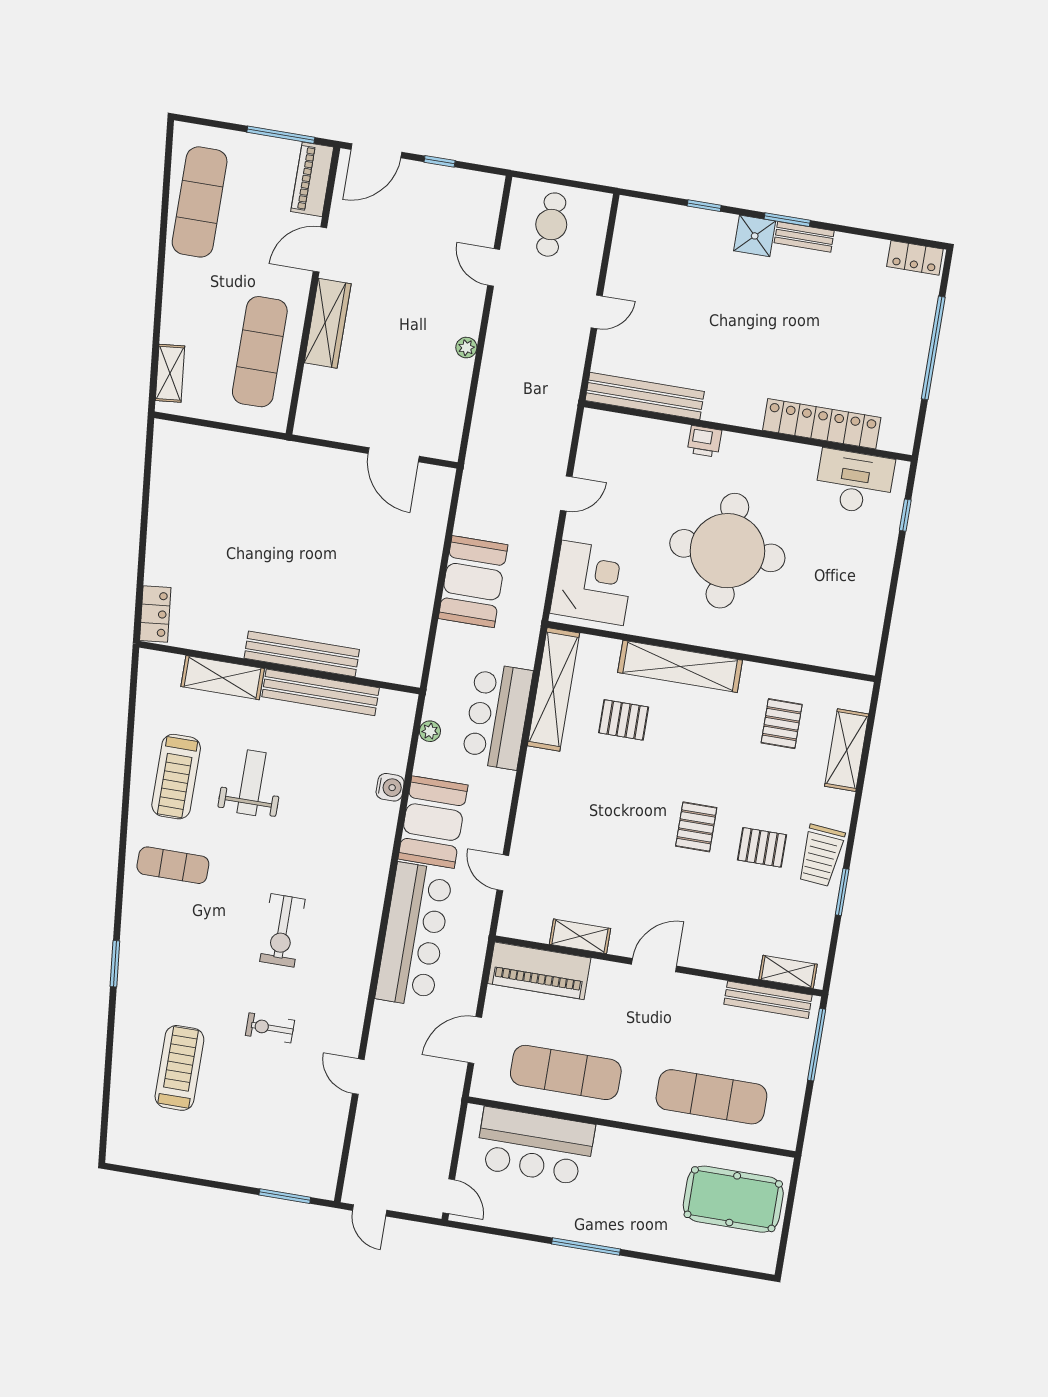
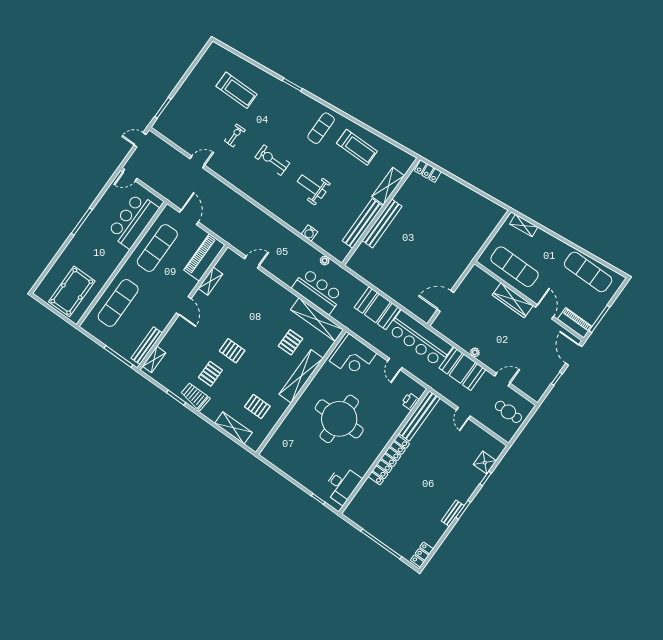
shower: (755, 236) -> (485, 463), moved
locker: (822, 424) -> (389, 460), moved
printer: (704, 441) -> (410, 401), moved
treadmill: (176, 777) -> (357, 147), turned 180
weight bench: (251, 783) -> (312, 187), moved, turned 180
booth: (433, 822) -> (462, 369), moved
bar counter: (414, 935) -> (420, 339), moved

